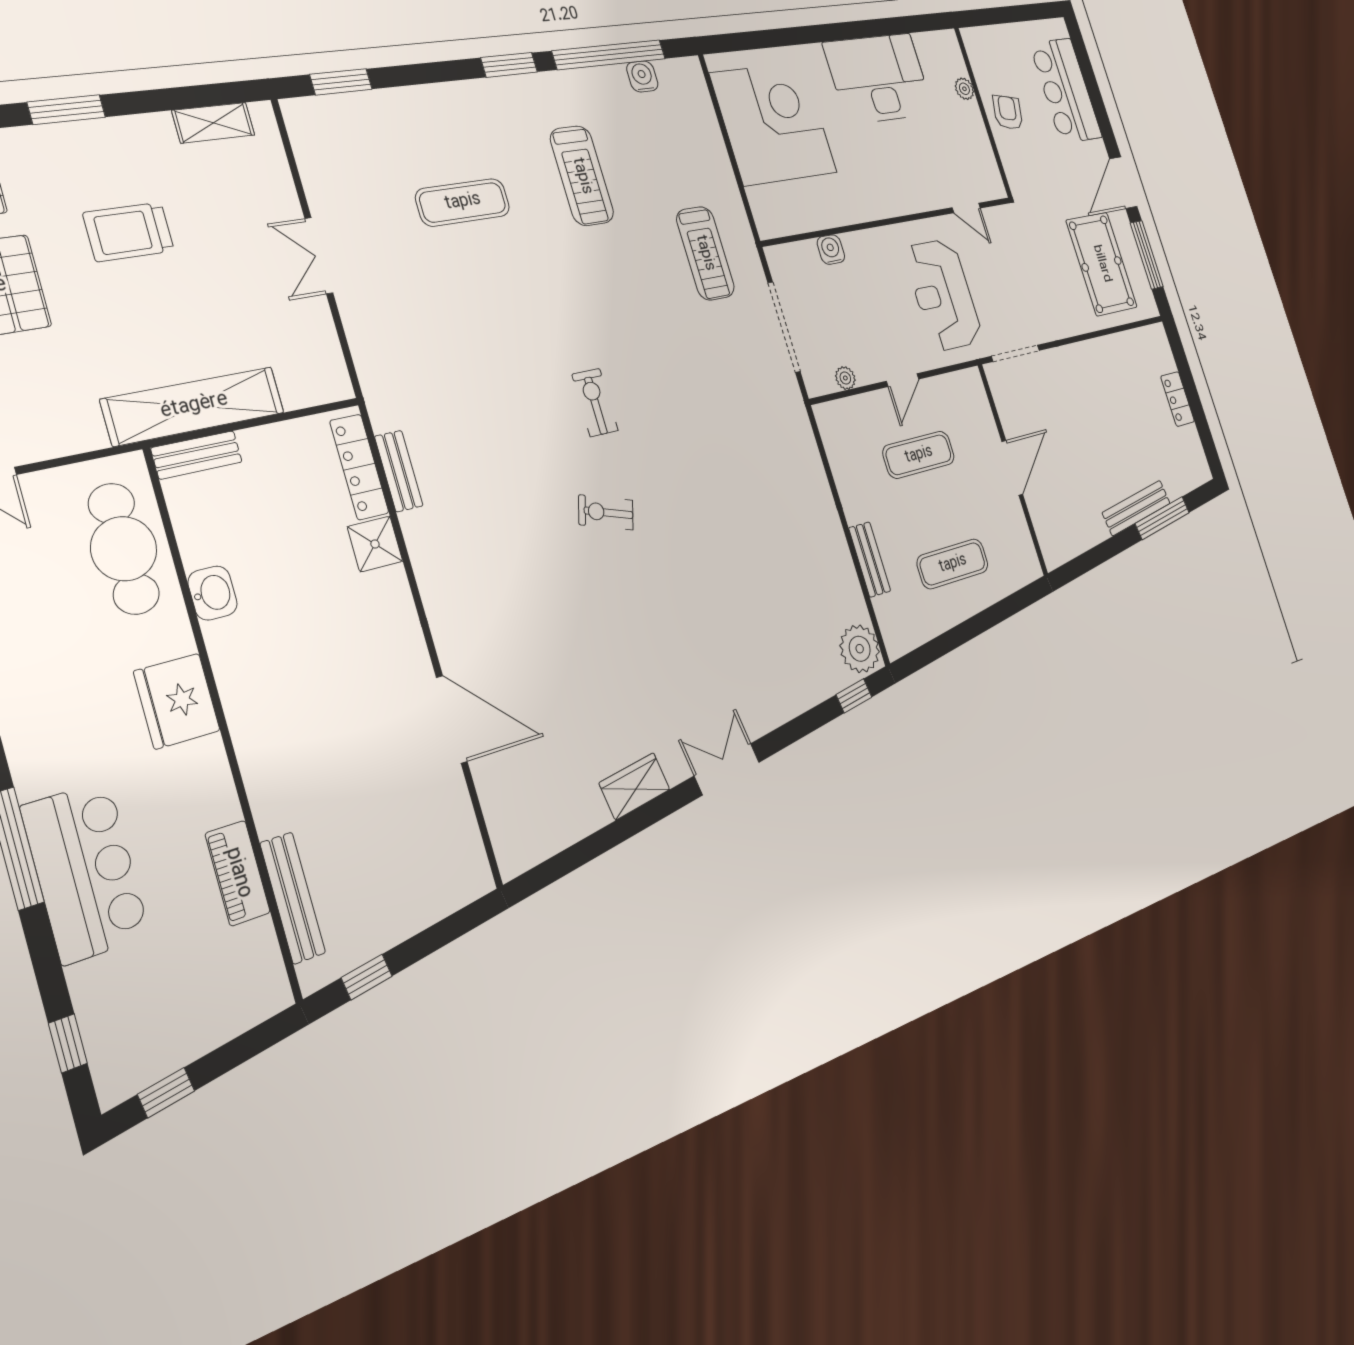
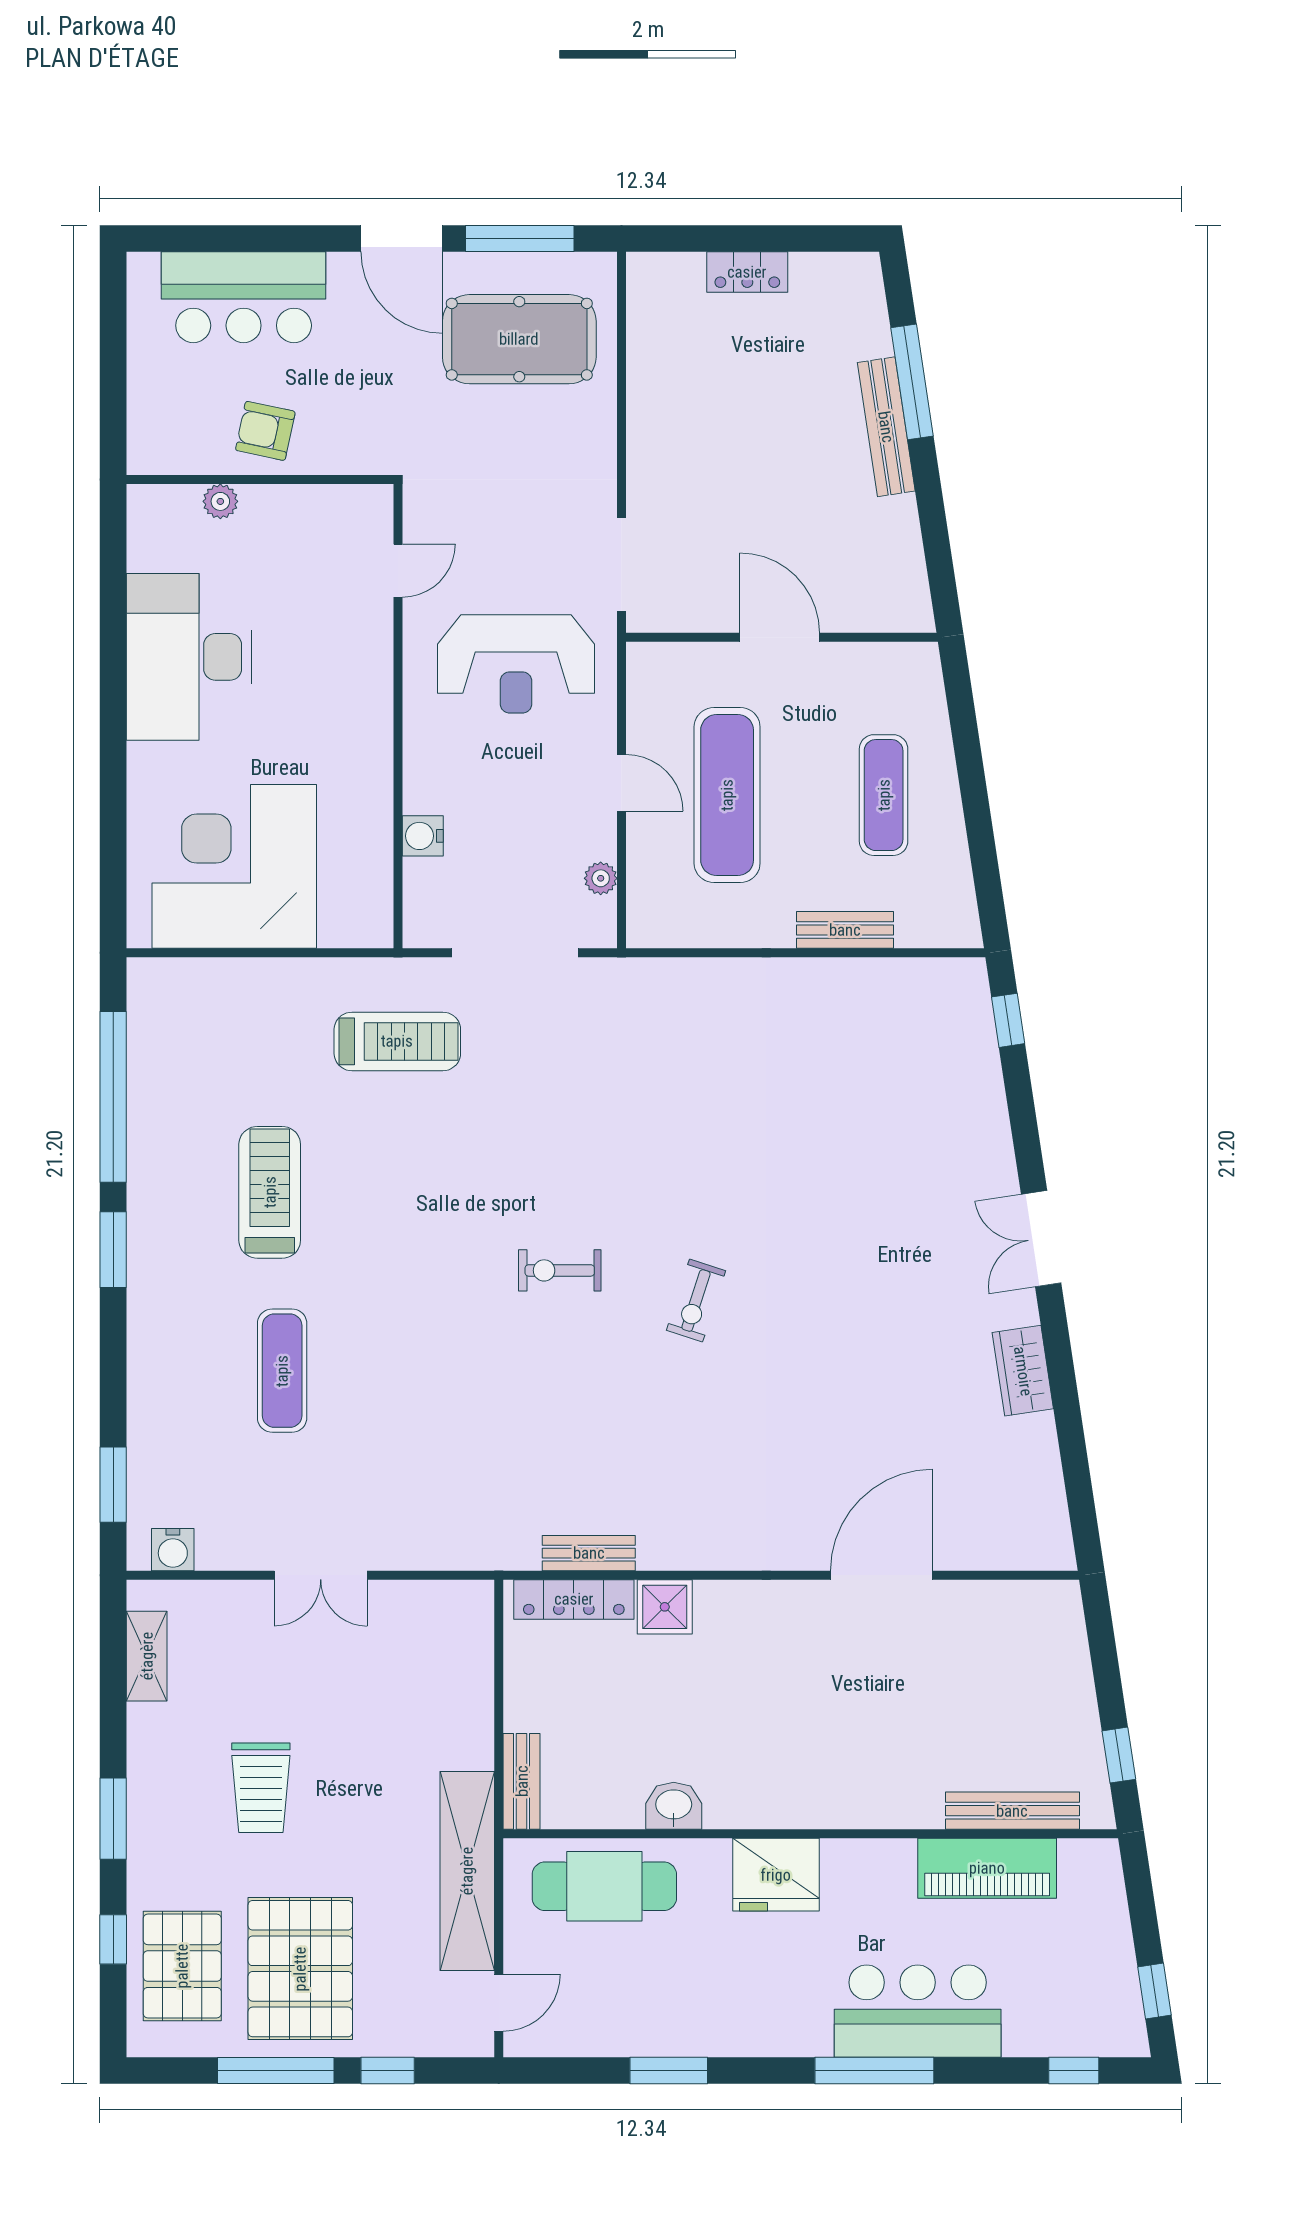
water cooler: (642, 76) -> (173, 1550), moved, turned -90
treadmill: (582, 176) -> (270, 1192), turned -90
shelving: (194, 406) -> (467, 1871), moved
exercise mat: (919, 455) -> (727, 795), width x1.36, depth x1.45
plant: (860, 649) -> (953, 989), removed
piano: (238, 873) -> (987, 1868), width x1.37, depth x1.33

